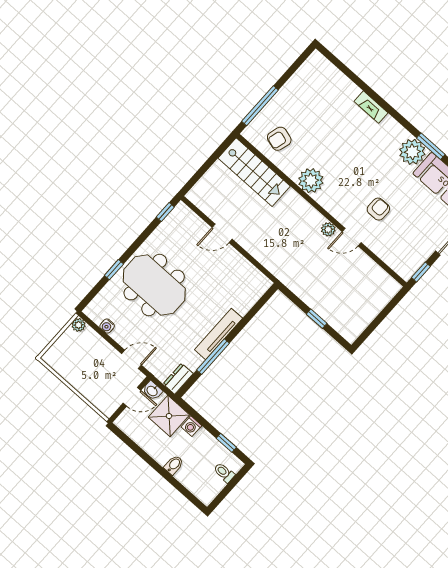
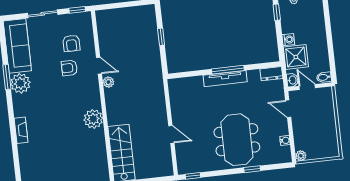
armchair: (279, 139) -> (71, 43), moved, turned 74
window: (213, 357) -> (228, 70), moved
bidet: (174, 465) -> (324, 77), moved

